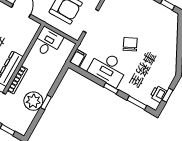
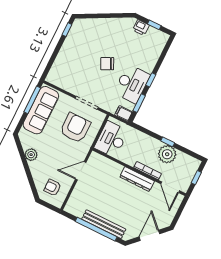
desk: (48, 42) -> (111, 139), width x1.37
printer: (158, 94) -> (141, 28), moved
window: (137, 103) -> (139, 103), moved

